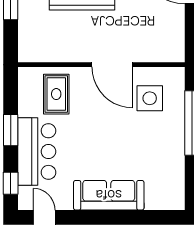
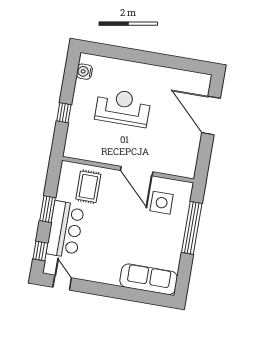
sofa: (109, 195) -> (149, 279), moved

